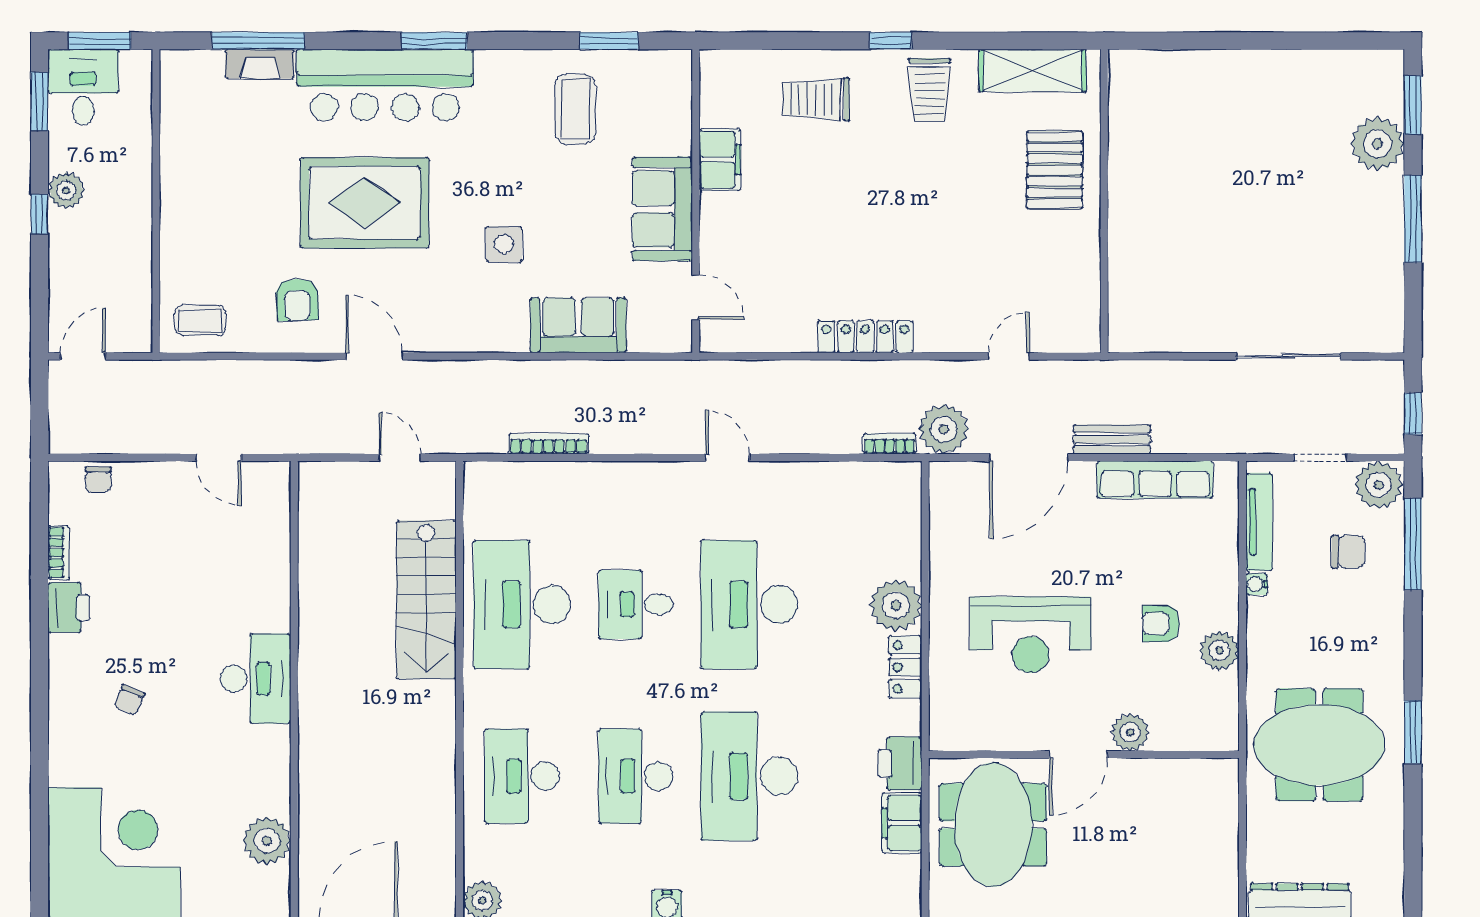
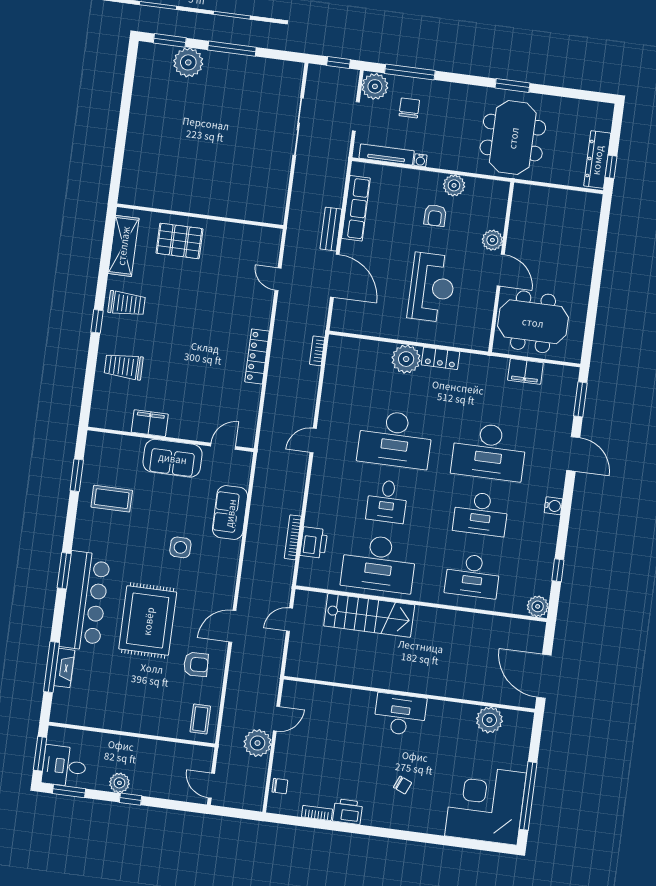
trolley: (816, 99) -> (124, 366), turned 90
plant: (944, 429) -> (258, 743), moved
printer: (900, 764) -> (314, 543), moved, turned -90

